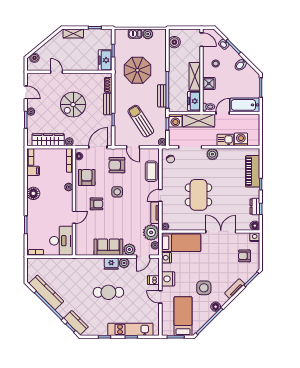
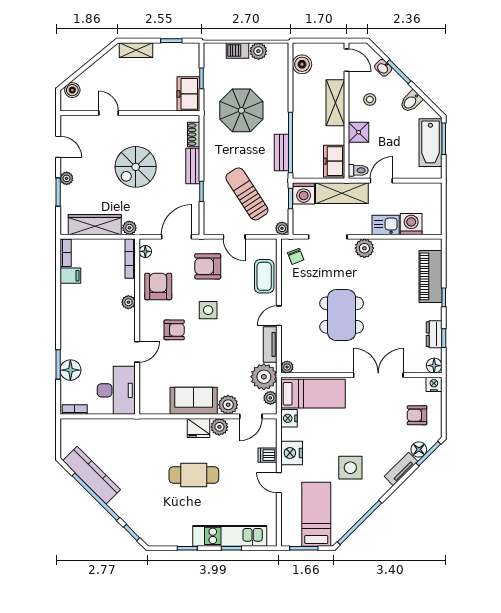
shelving: (195, 76) -> (335, 103), moved
bathtub: (245, 105) -> (430, 143), moved, turned -90
floor lamp: (33, 193) -> (70, 370), moved
floor lamp: (216, 307) -> (419, 449), moved
kitchen counter: (76, 323) -> (140, 525), removed

